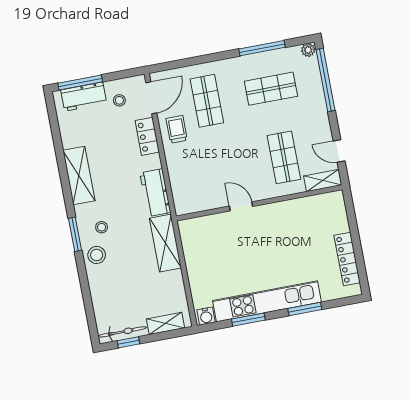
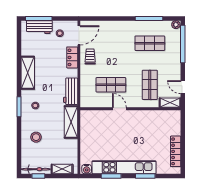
shop shelf: (207, 101) -> (111, 85), moved, turned 90
stool: (97, 255) -> (36, 137), moved

